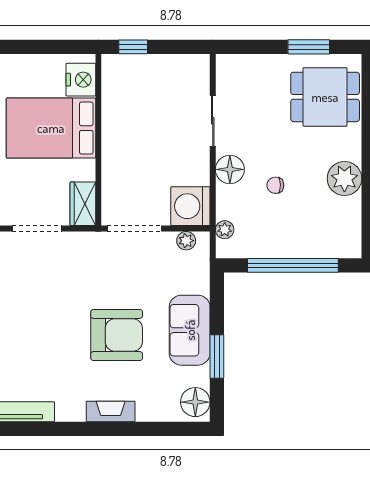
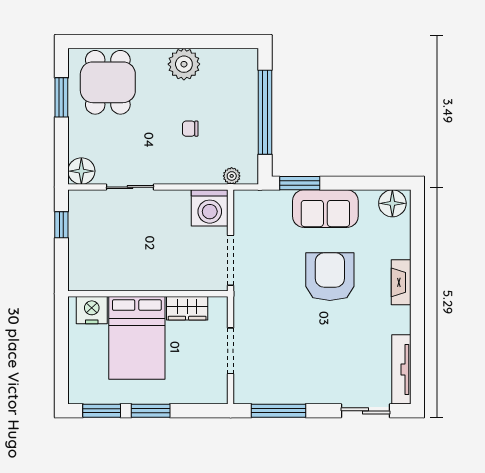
window: (133, 47) -> (61, 225), moved
floor lamp: (230, 169) -> (81, 171), moved
chair: (275, 185) -> (190, 129), turned 90
wardrobe: (83, 204) -> (187, 308), moved
plant: (186, 241) -> (242, 212), removed
window: (217, 356) -> (300, 183), moved

